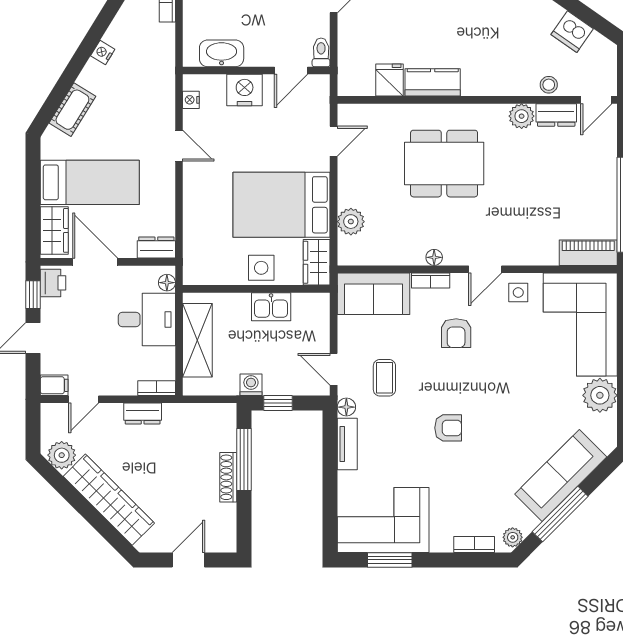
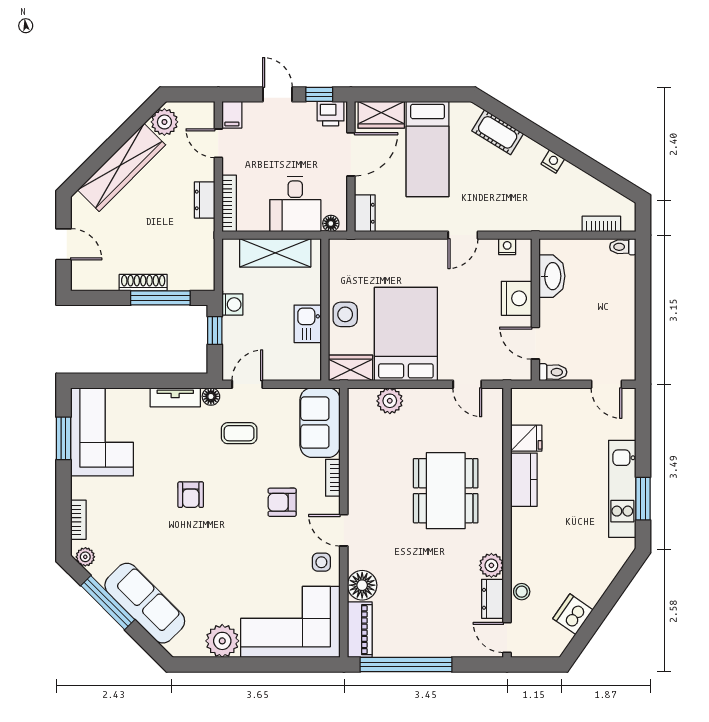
floor lamp: (434, 257) -> (362, 585), moved, width x1.89, depth x1.89
bookcase: (157, 388) -> (229, 203), width x1.56

